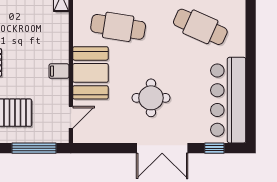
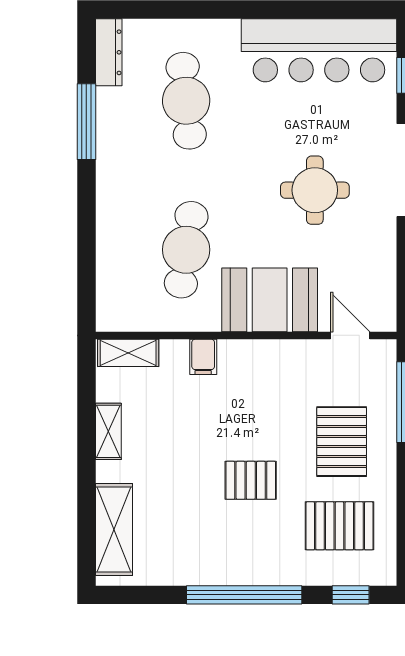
cafe table: (200, 27) -> (186, 101), turned -30
filing cabinet: (59, 71) -> (203, 357), moved

